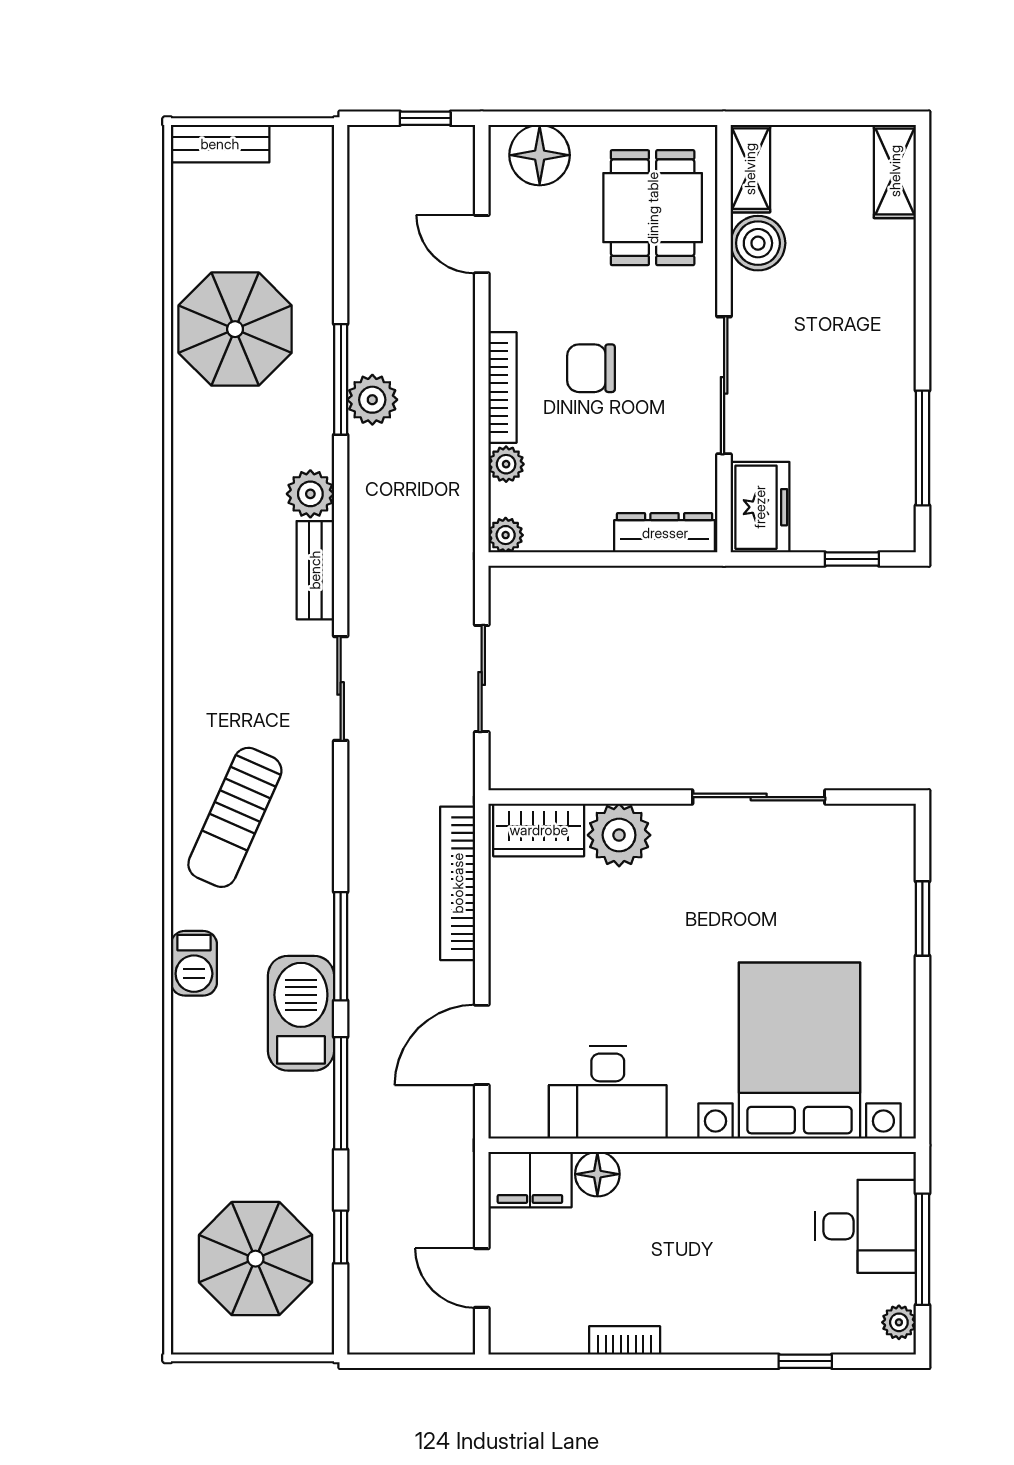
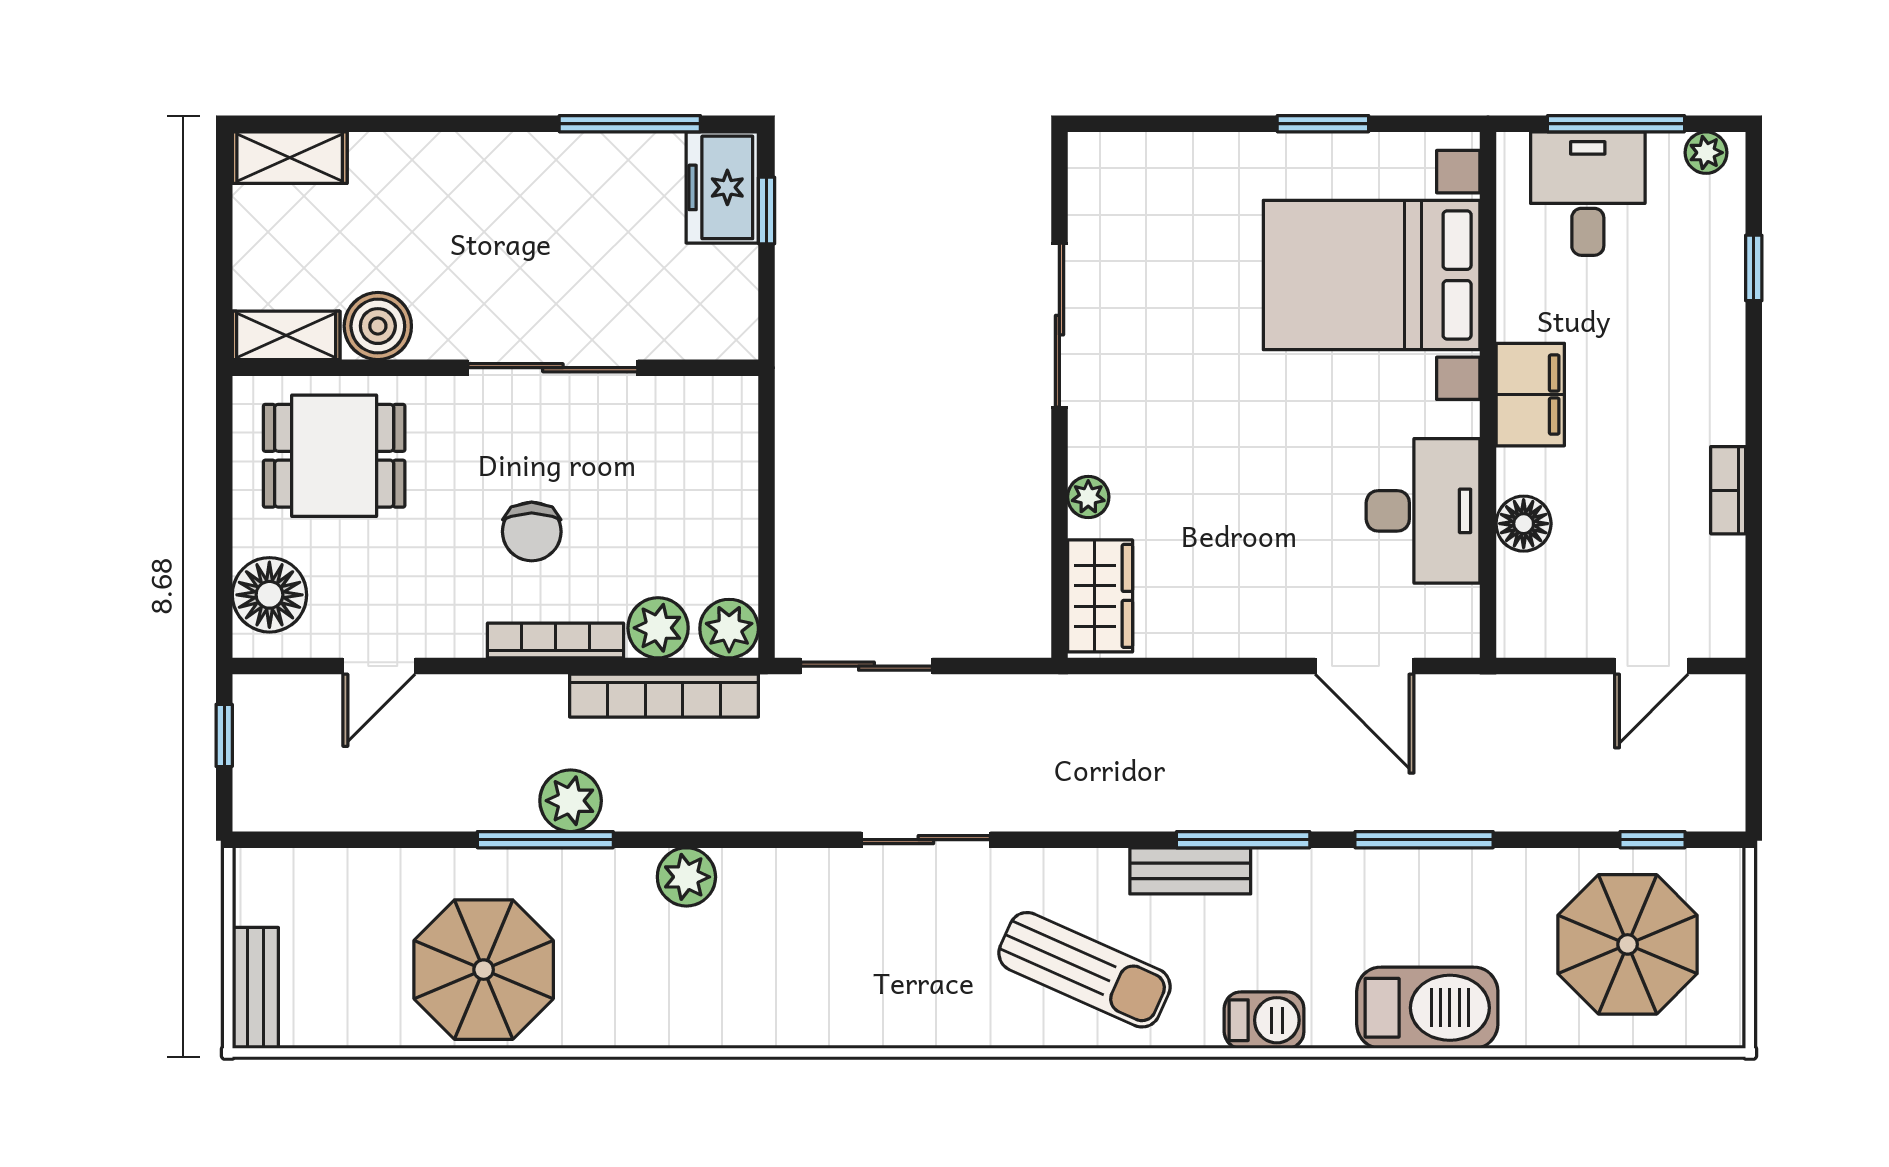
plant: (506, 464) -> (658, 628), width x1.38, depth x1.38
freezer: (760, 507) -> (722, 187), moved, turned -90
dresser: (665, 533) -> (734, 441), removed
plant: (506, 535) -> (729, 629), width x1.38, depth x1.38
bench: (315, 570) -> (1190, 871), moved
sliding door: (482, 678) -> (866, 666), moved
plant: (619, 835) -> (1088, 497), width x0.53, depth x0.53
bookcase: (458, 883) -> (664, 696), moved
window: (922, 918) -> (1323, 124), moved
barbecue: (301, 1013) -> (1427, 1008), moved, turned 180
filing cabinet: (530, 1180) -> (1530, 395), moved
window: (341, 1237) -> (1652, 840), moved

